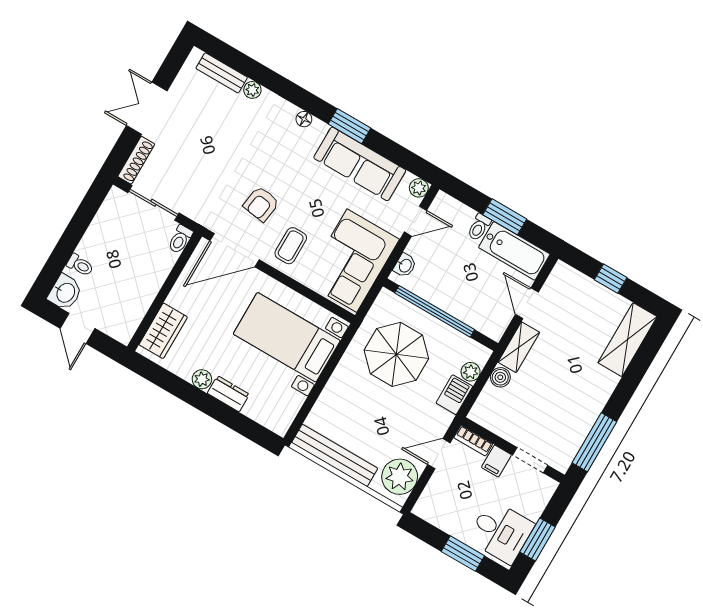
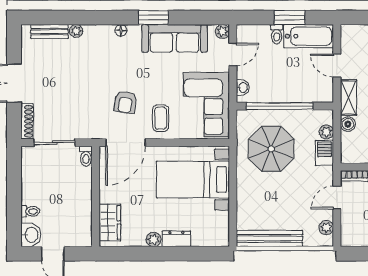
plant: (400, 477) -> (326, 228), width x0.53, depth x0.53

